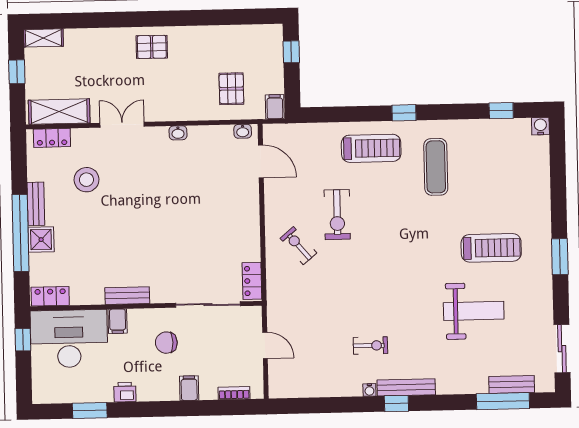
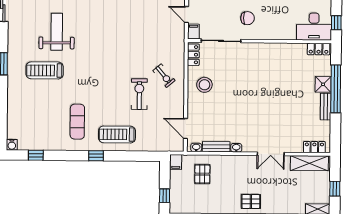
stool: (86, 180) -> (204, 85), moved
bench: (127, 296) -> (216, 147), moved
weight bench: (474, 311) -> (57, 32), turned 90
filing cabinet: (118, 321) -> (193, 32), moved
desk: (69, 339) -> (314, 27), width x0.73, depth x0.77
exercise bike: (370, 346) -> (121, 12), removed

